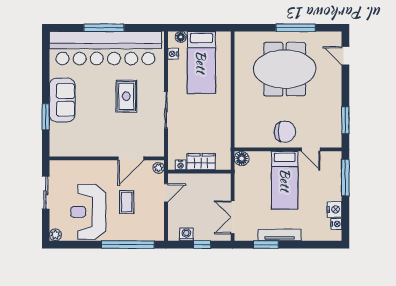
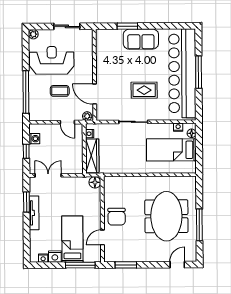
wardrobe: (201, 162) -> (92, 156), width x1.50
bed: (285, 180) -> (72, 239), moved, turned 90

